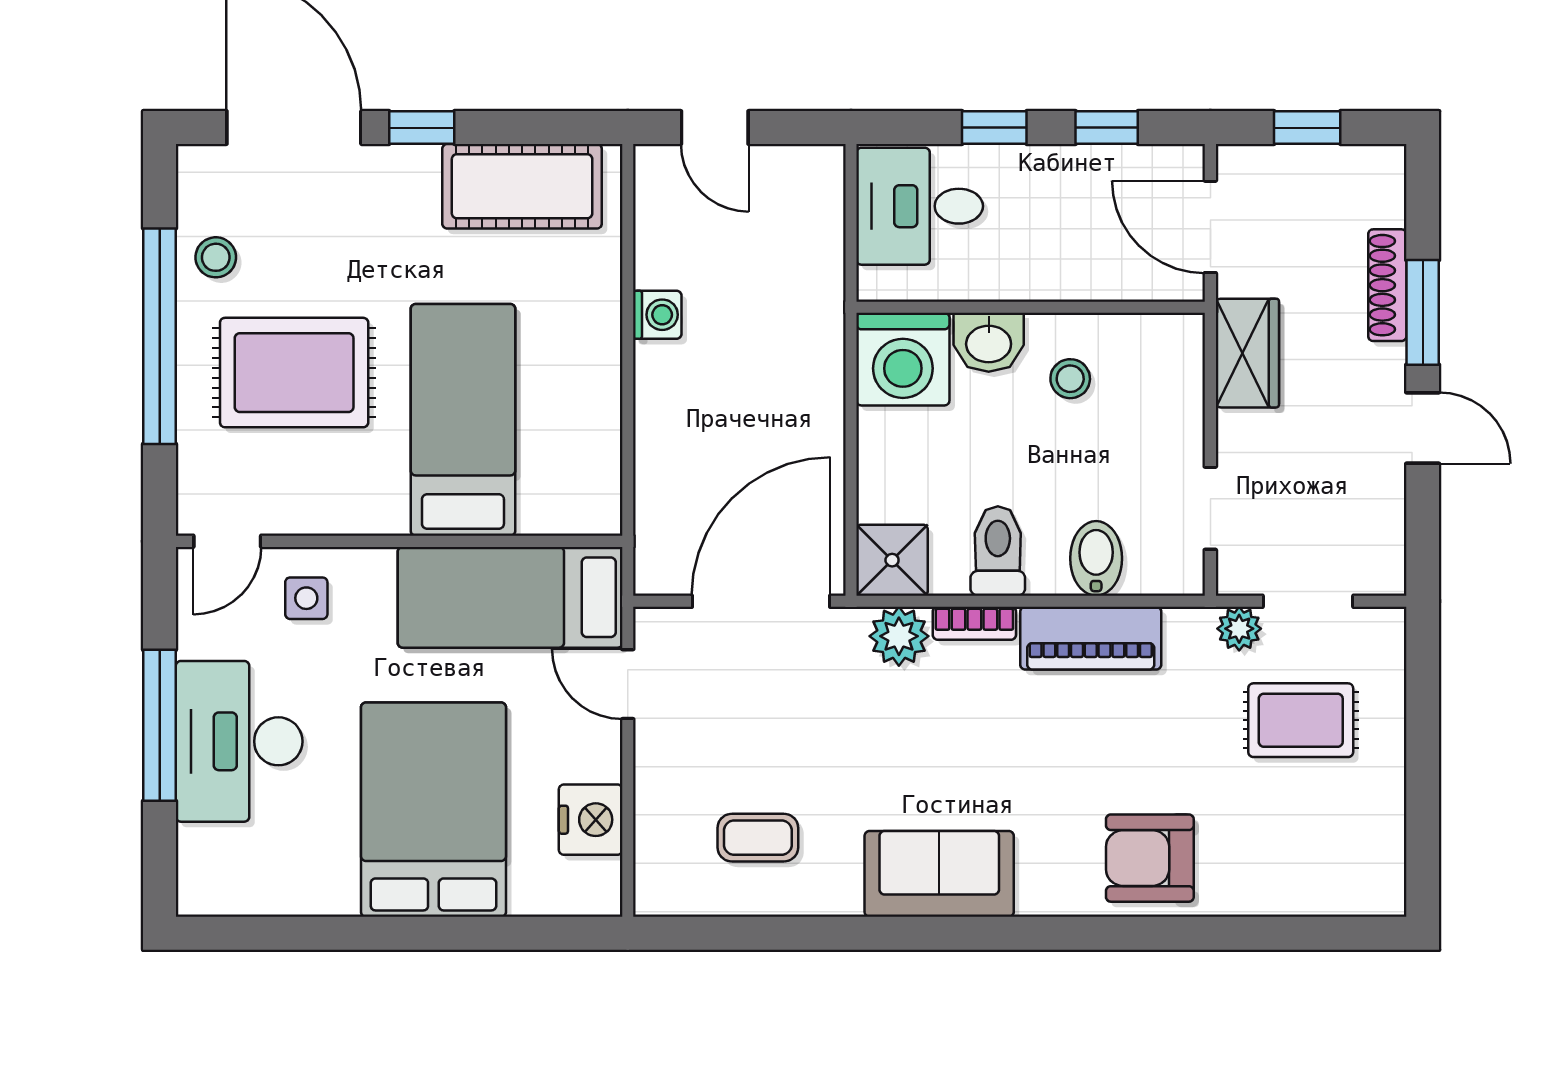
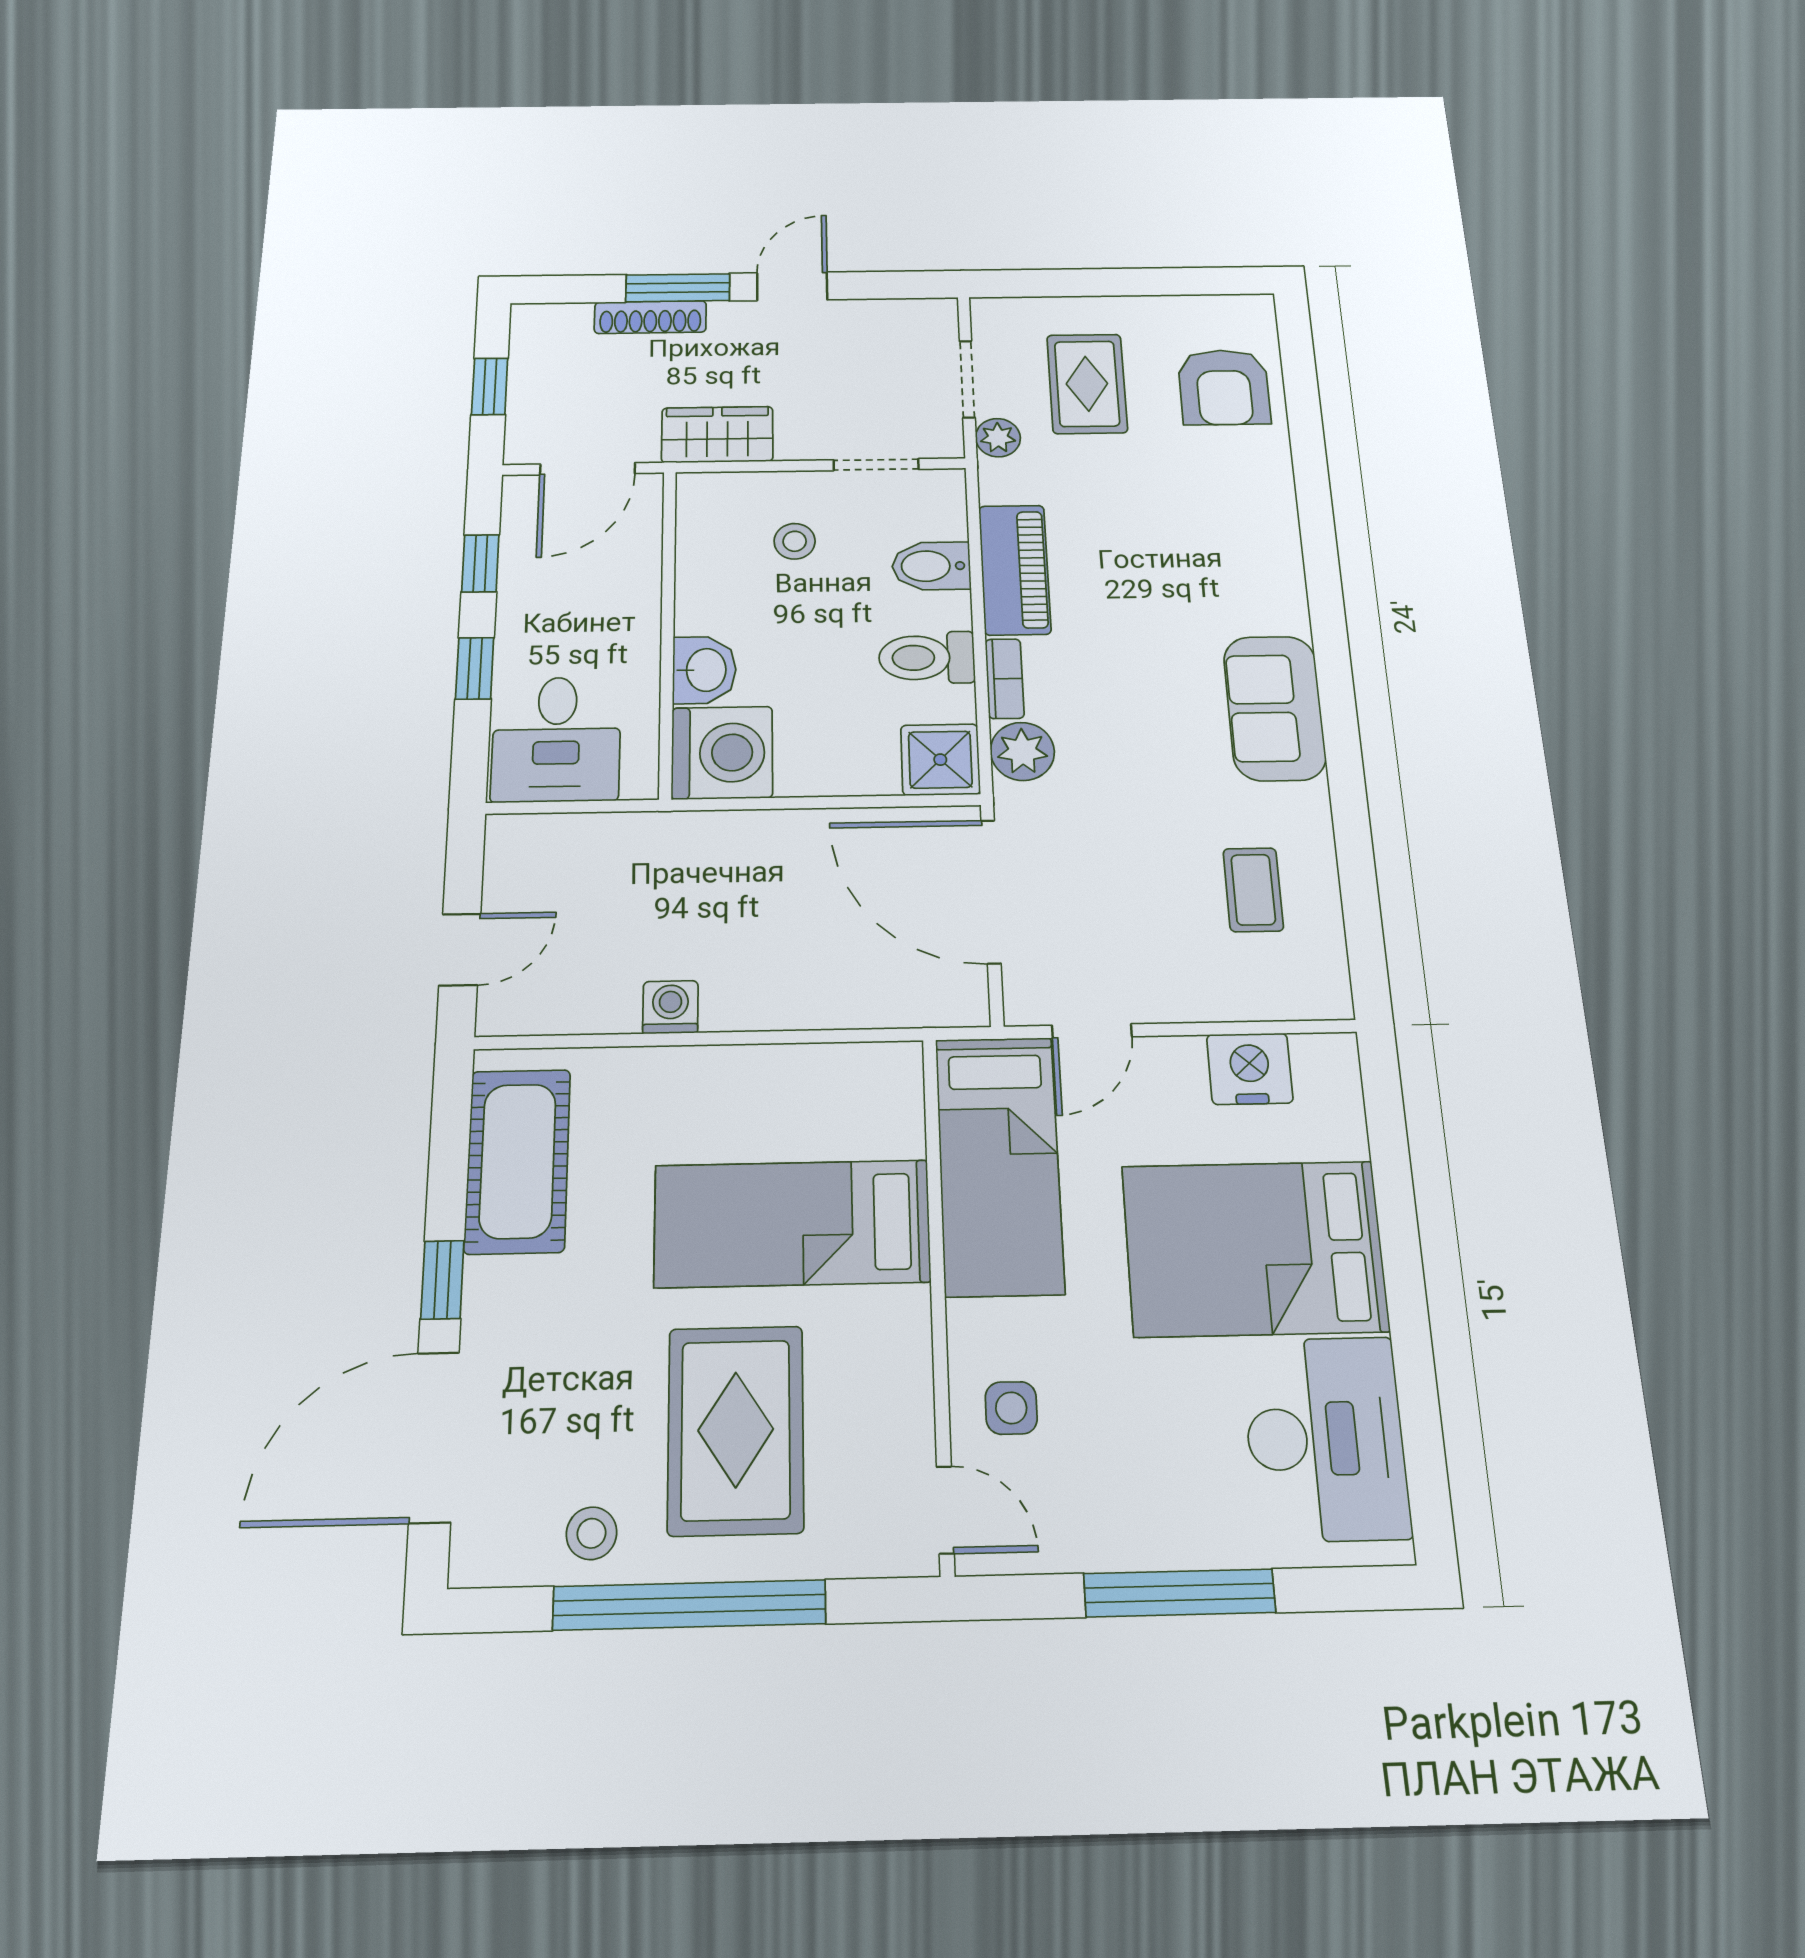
stool: (1070, 379) -> (795, 541), moved
desk: (239, 741) -> (1325, 1438), moved, turned -90
armchair: (1150, 858) -> (1224, 387), moved

